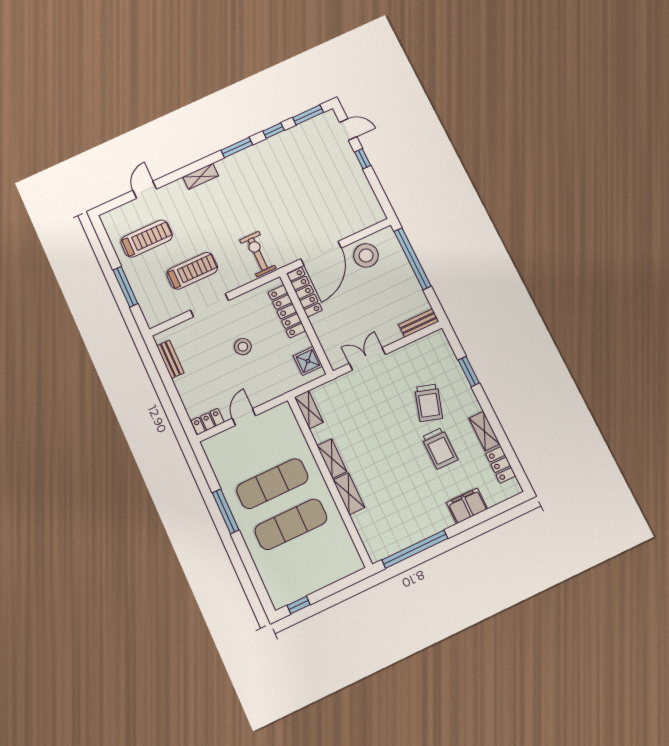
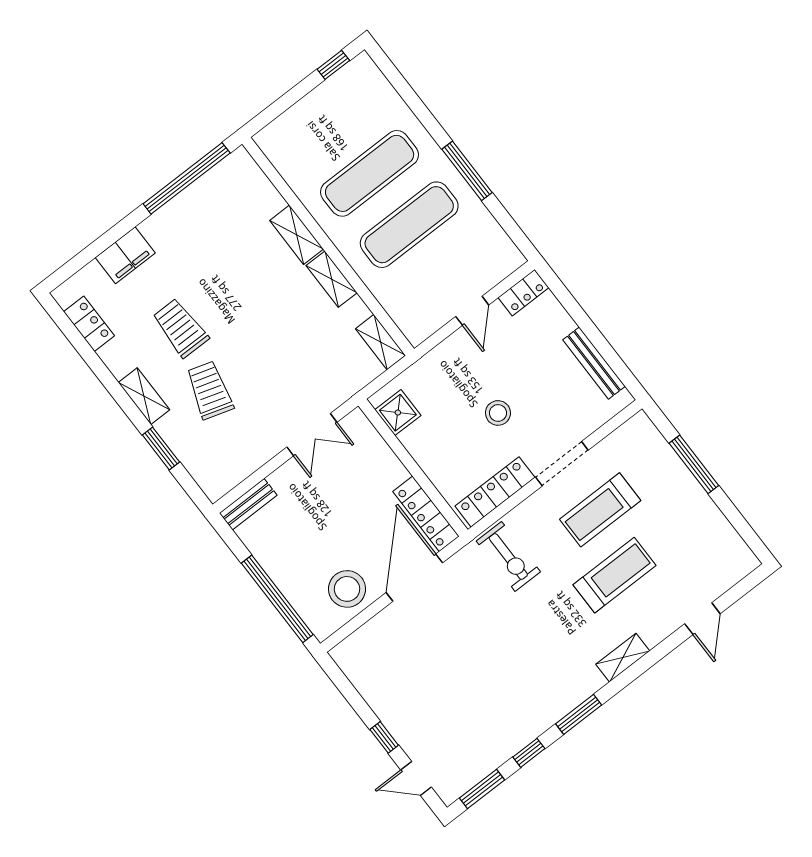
treadmill: (147, 239) -> (614, 575), moved, turned 180
locker: (287, 312) -> (495, 492), moved, turned -90
bench: (170, 359) -> (594, 363), width x1.36
shelving: (484, 431) -> (144, 396), moved

